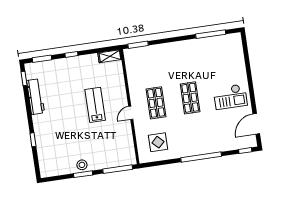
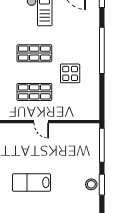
lab bench: (95, 105) -> (31, 182), moved
display table: (158, 142) -> (70, 73), moved

